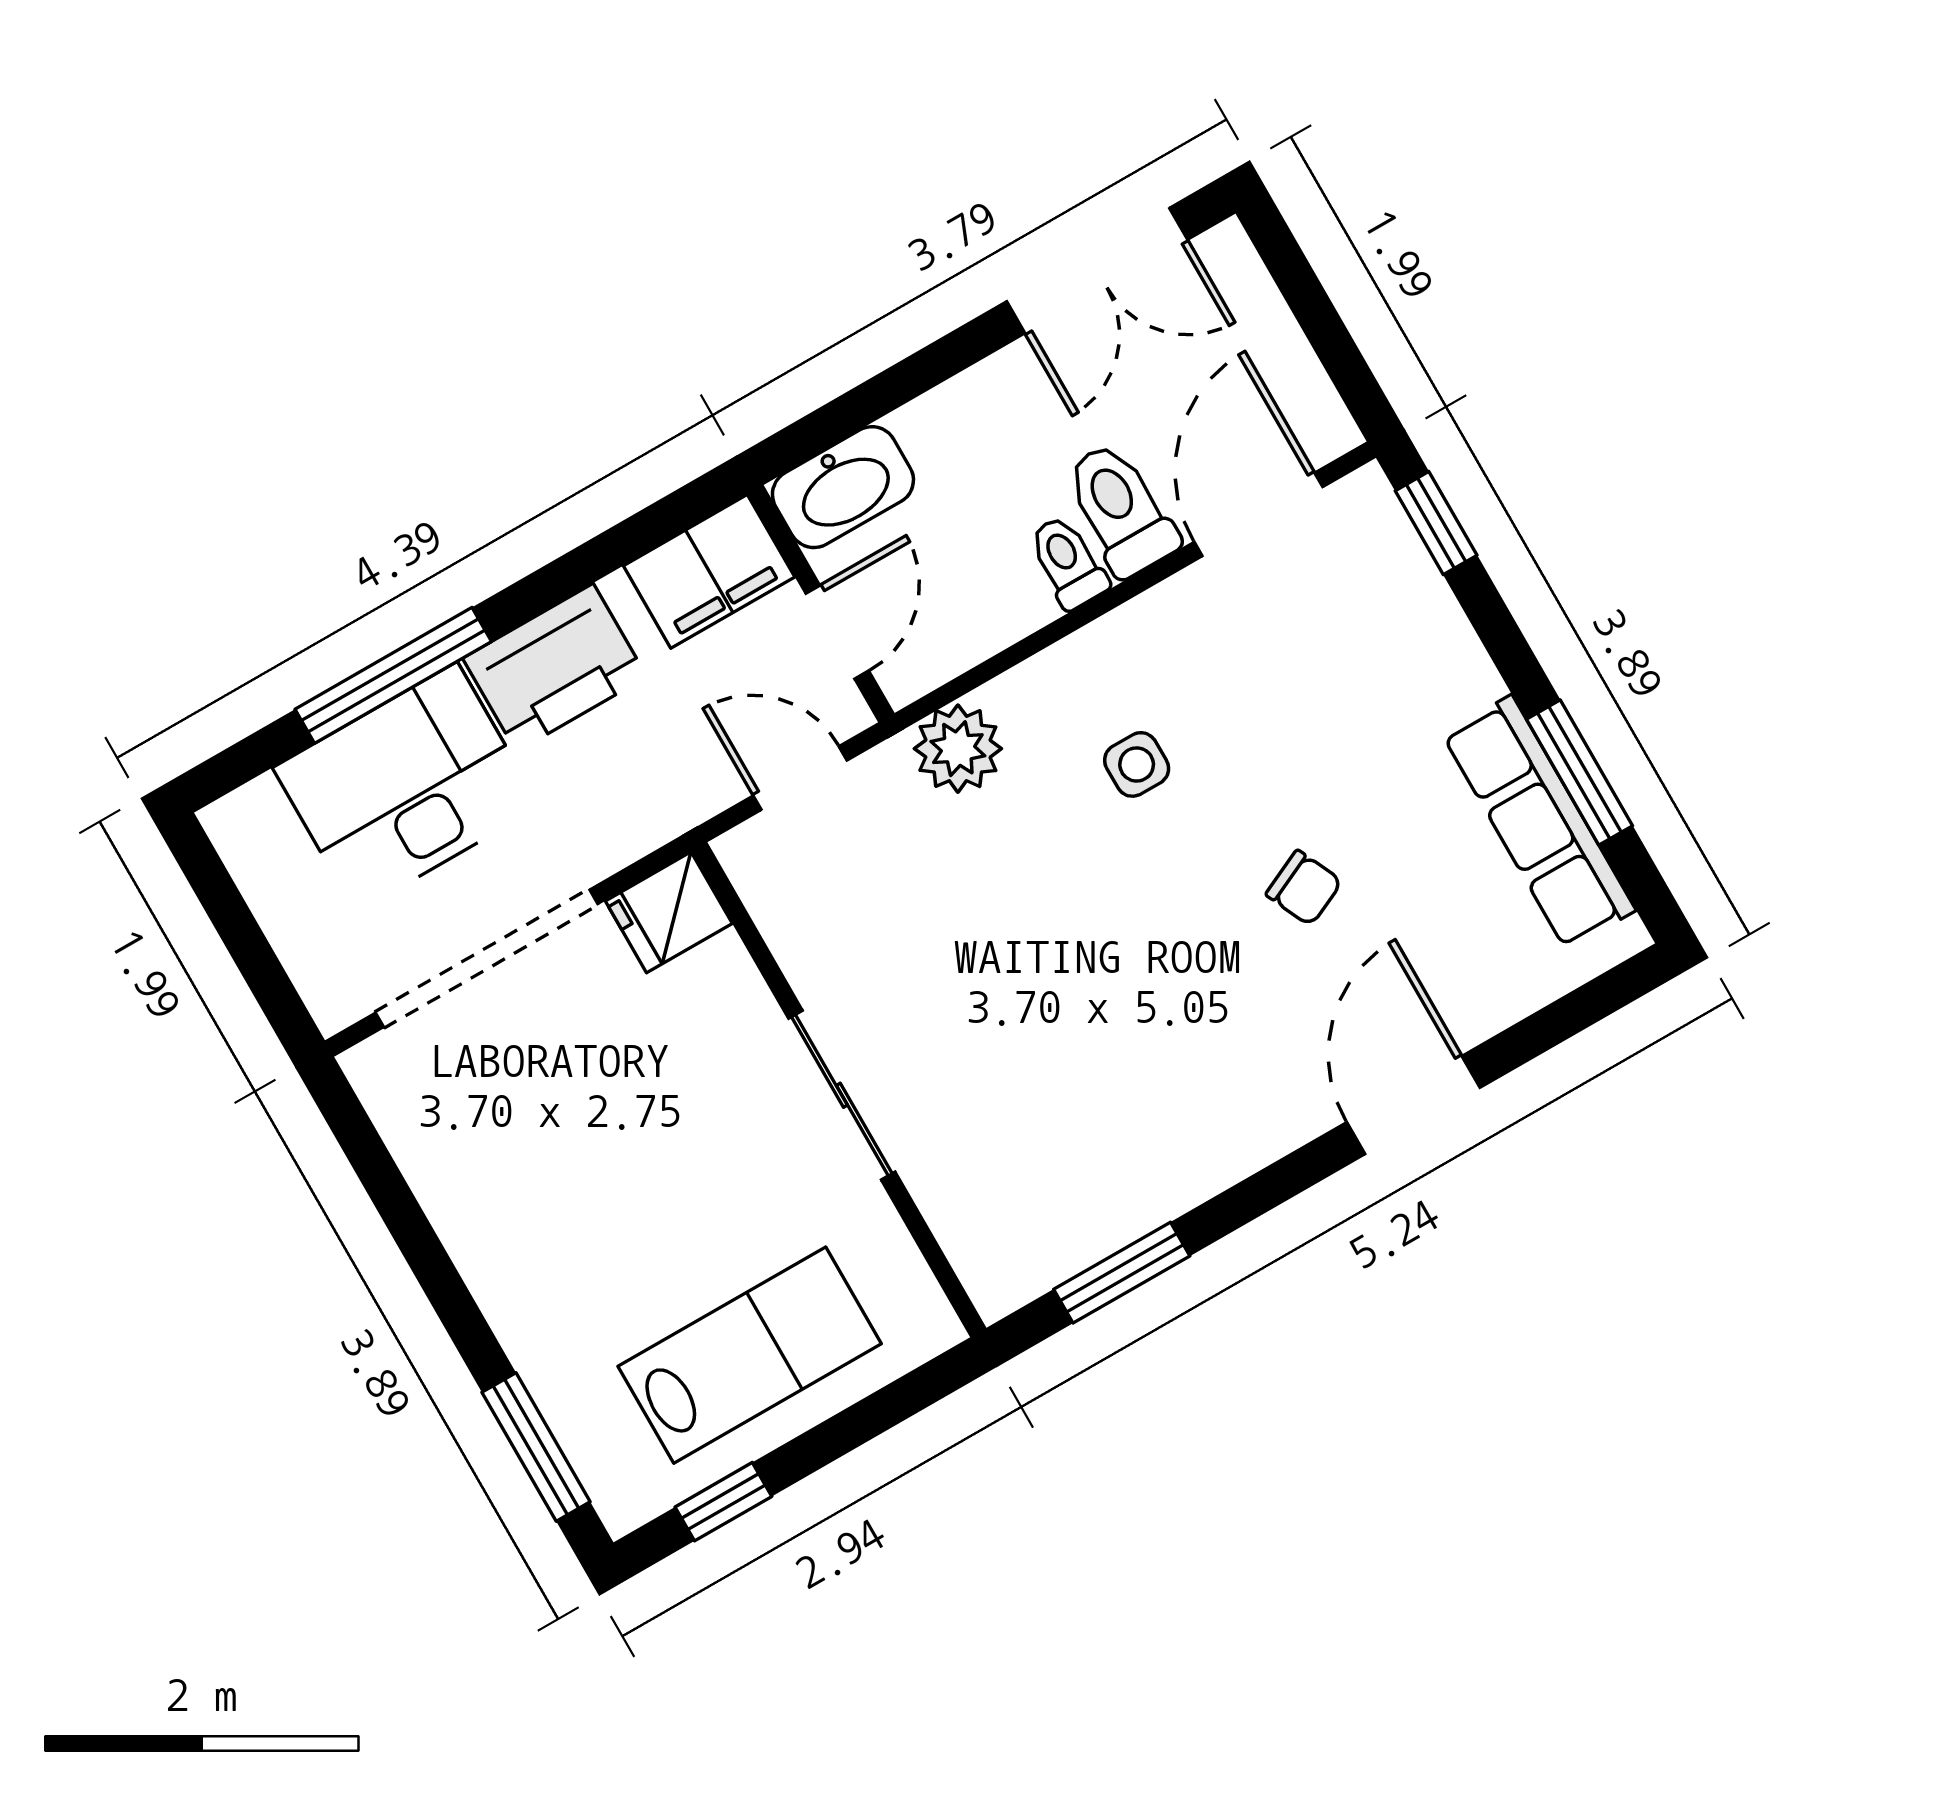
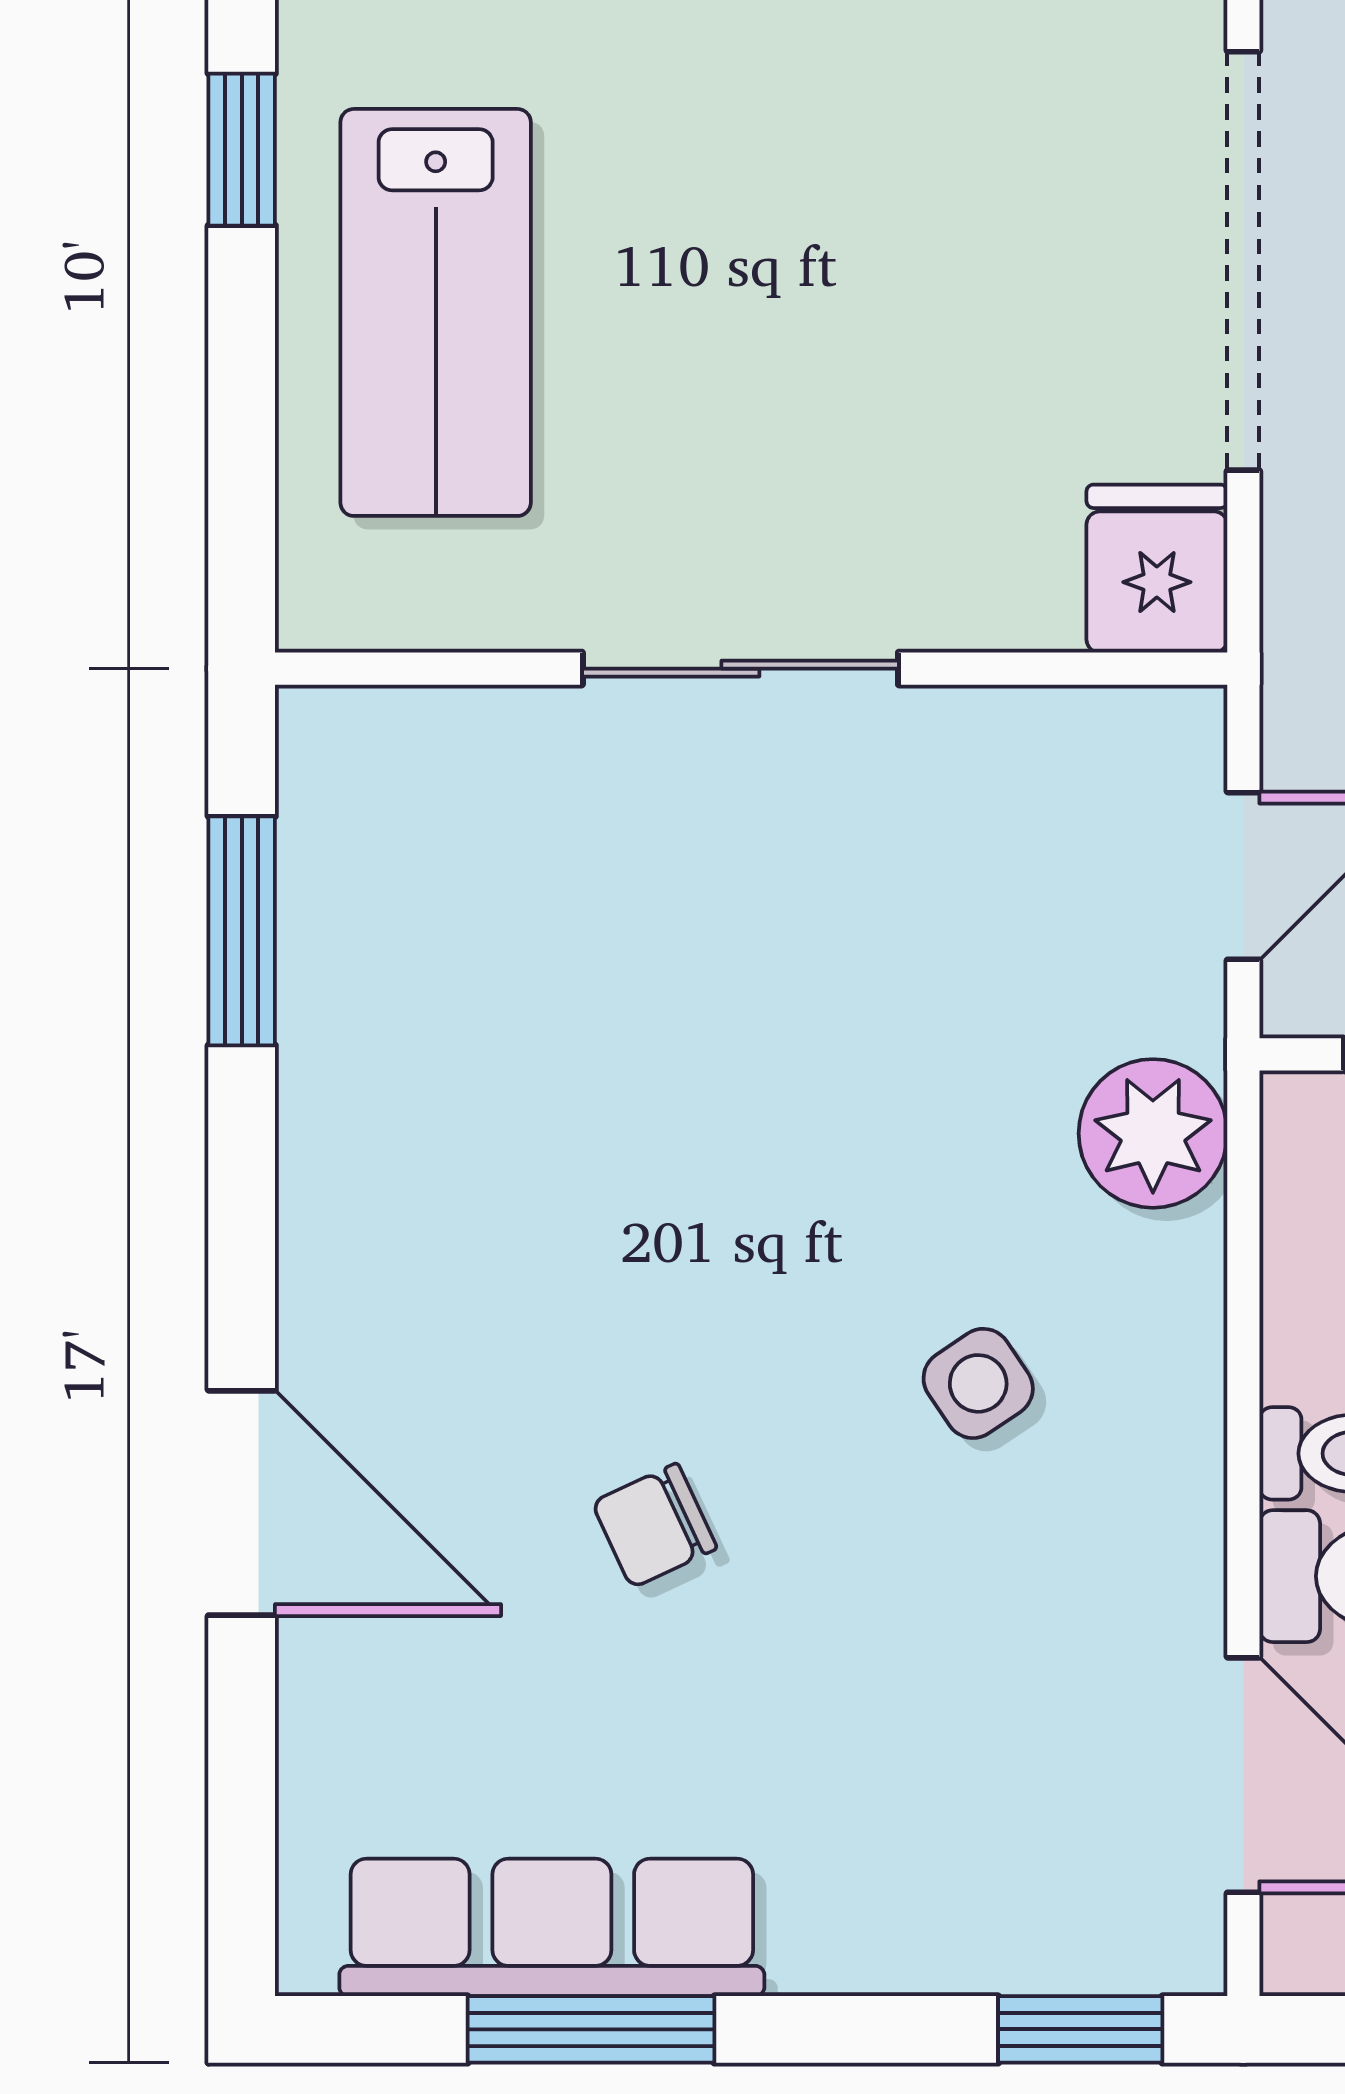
side table: (1137, 764) -> (978, 1383), turned -34

